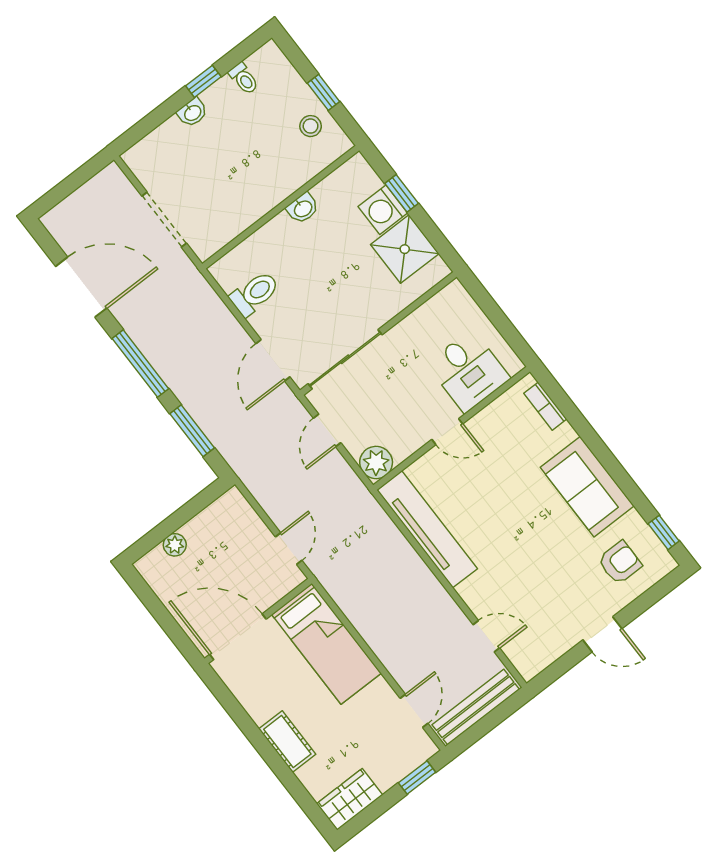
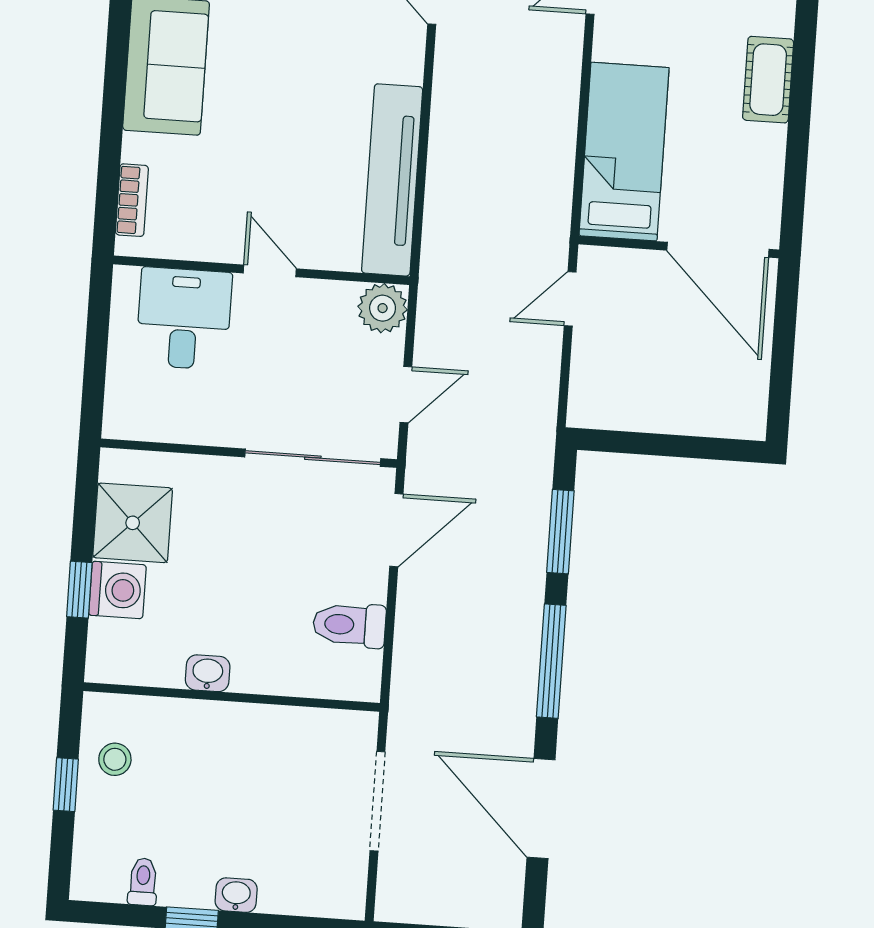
plant: (175, 545) -> (696, 419), removed

